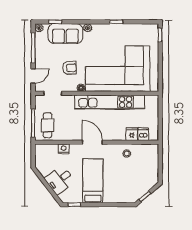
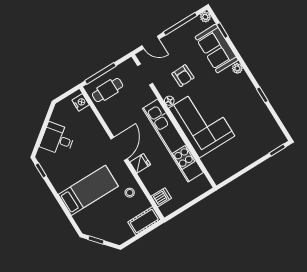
corner sofa: (118, 69) -> (202, 122), width x0.73, depth x0.74
fridge: (132, 134) -> (140, 163), moved
nightstand: (64, 149) -> (81, 102), moved
cot: (152, 156) -> (144, 221), added
bed: (93, 181) -> (88, 190), moved

